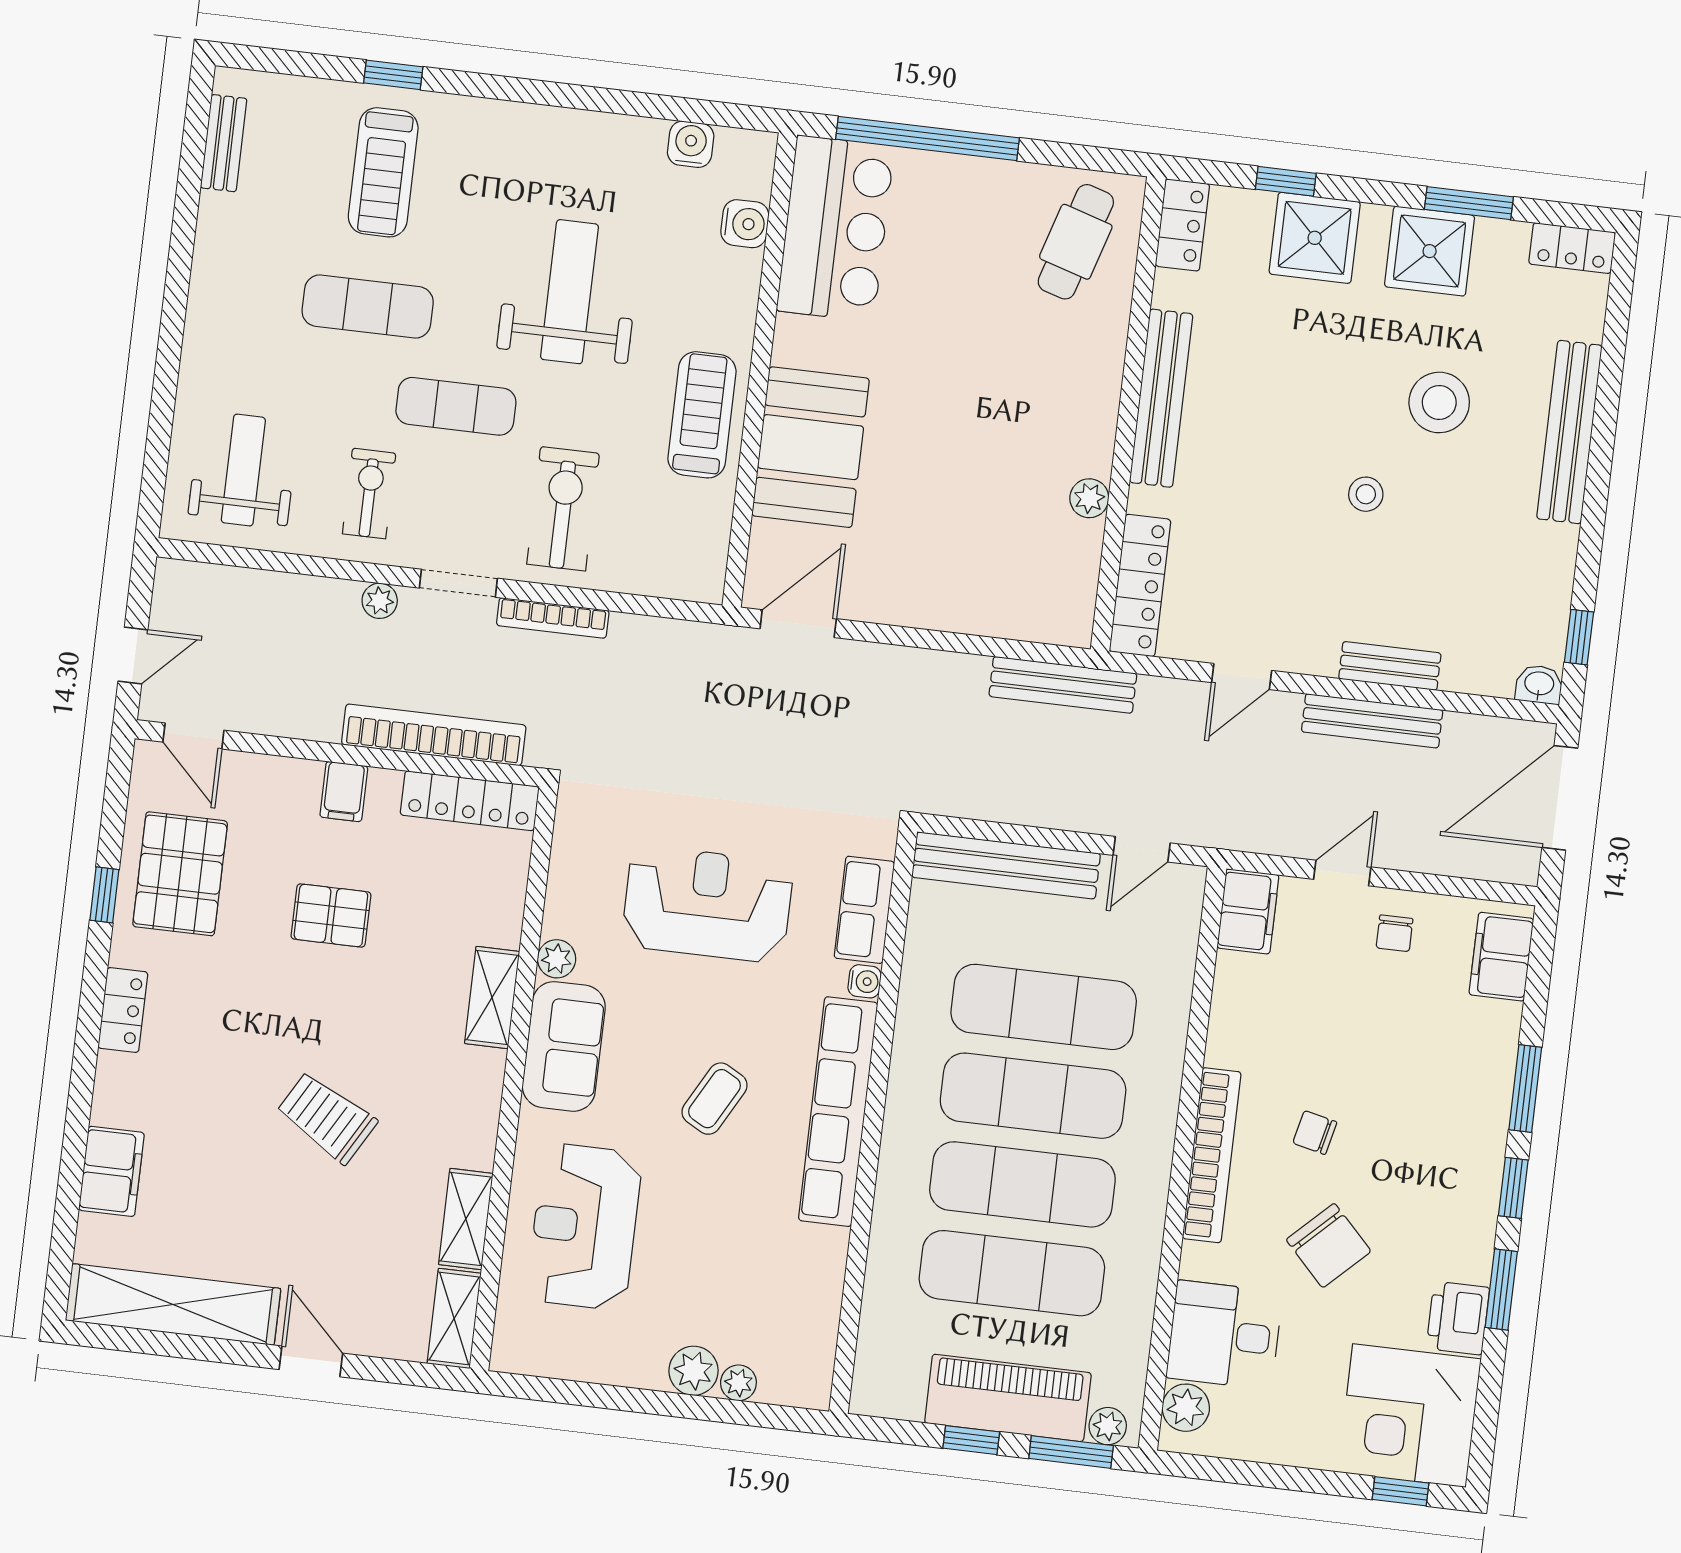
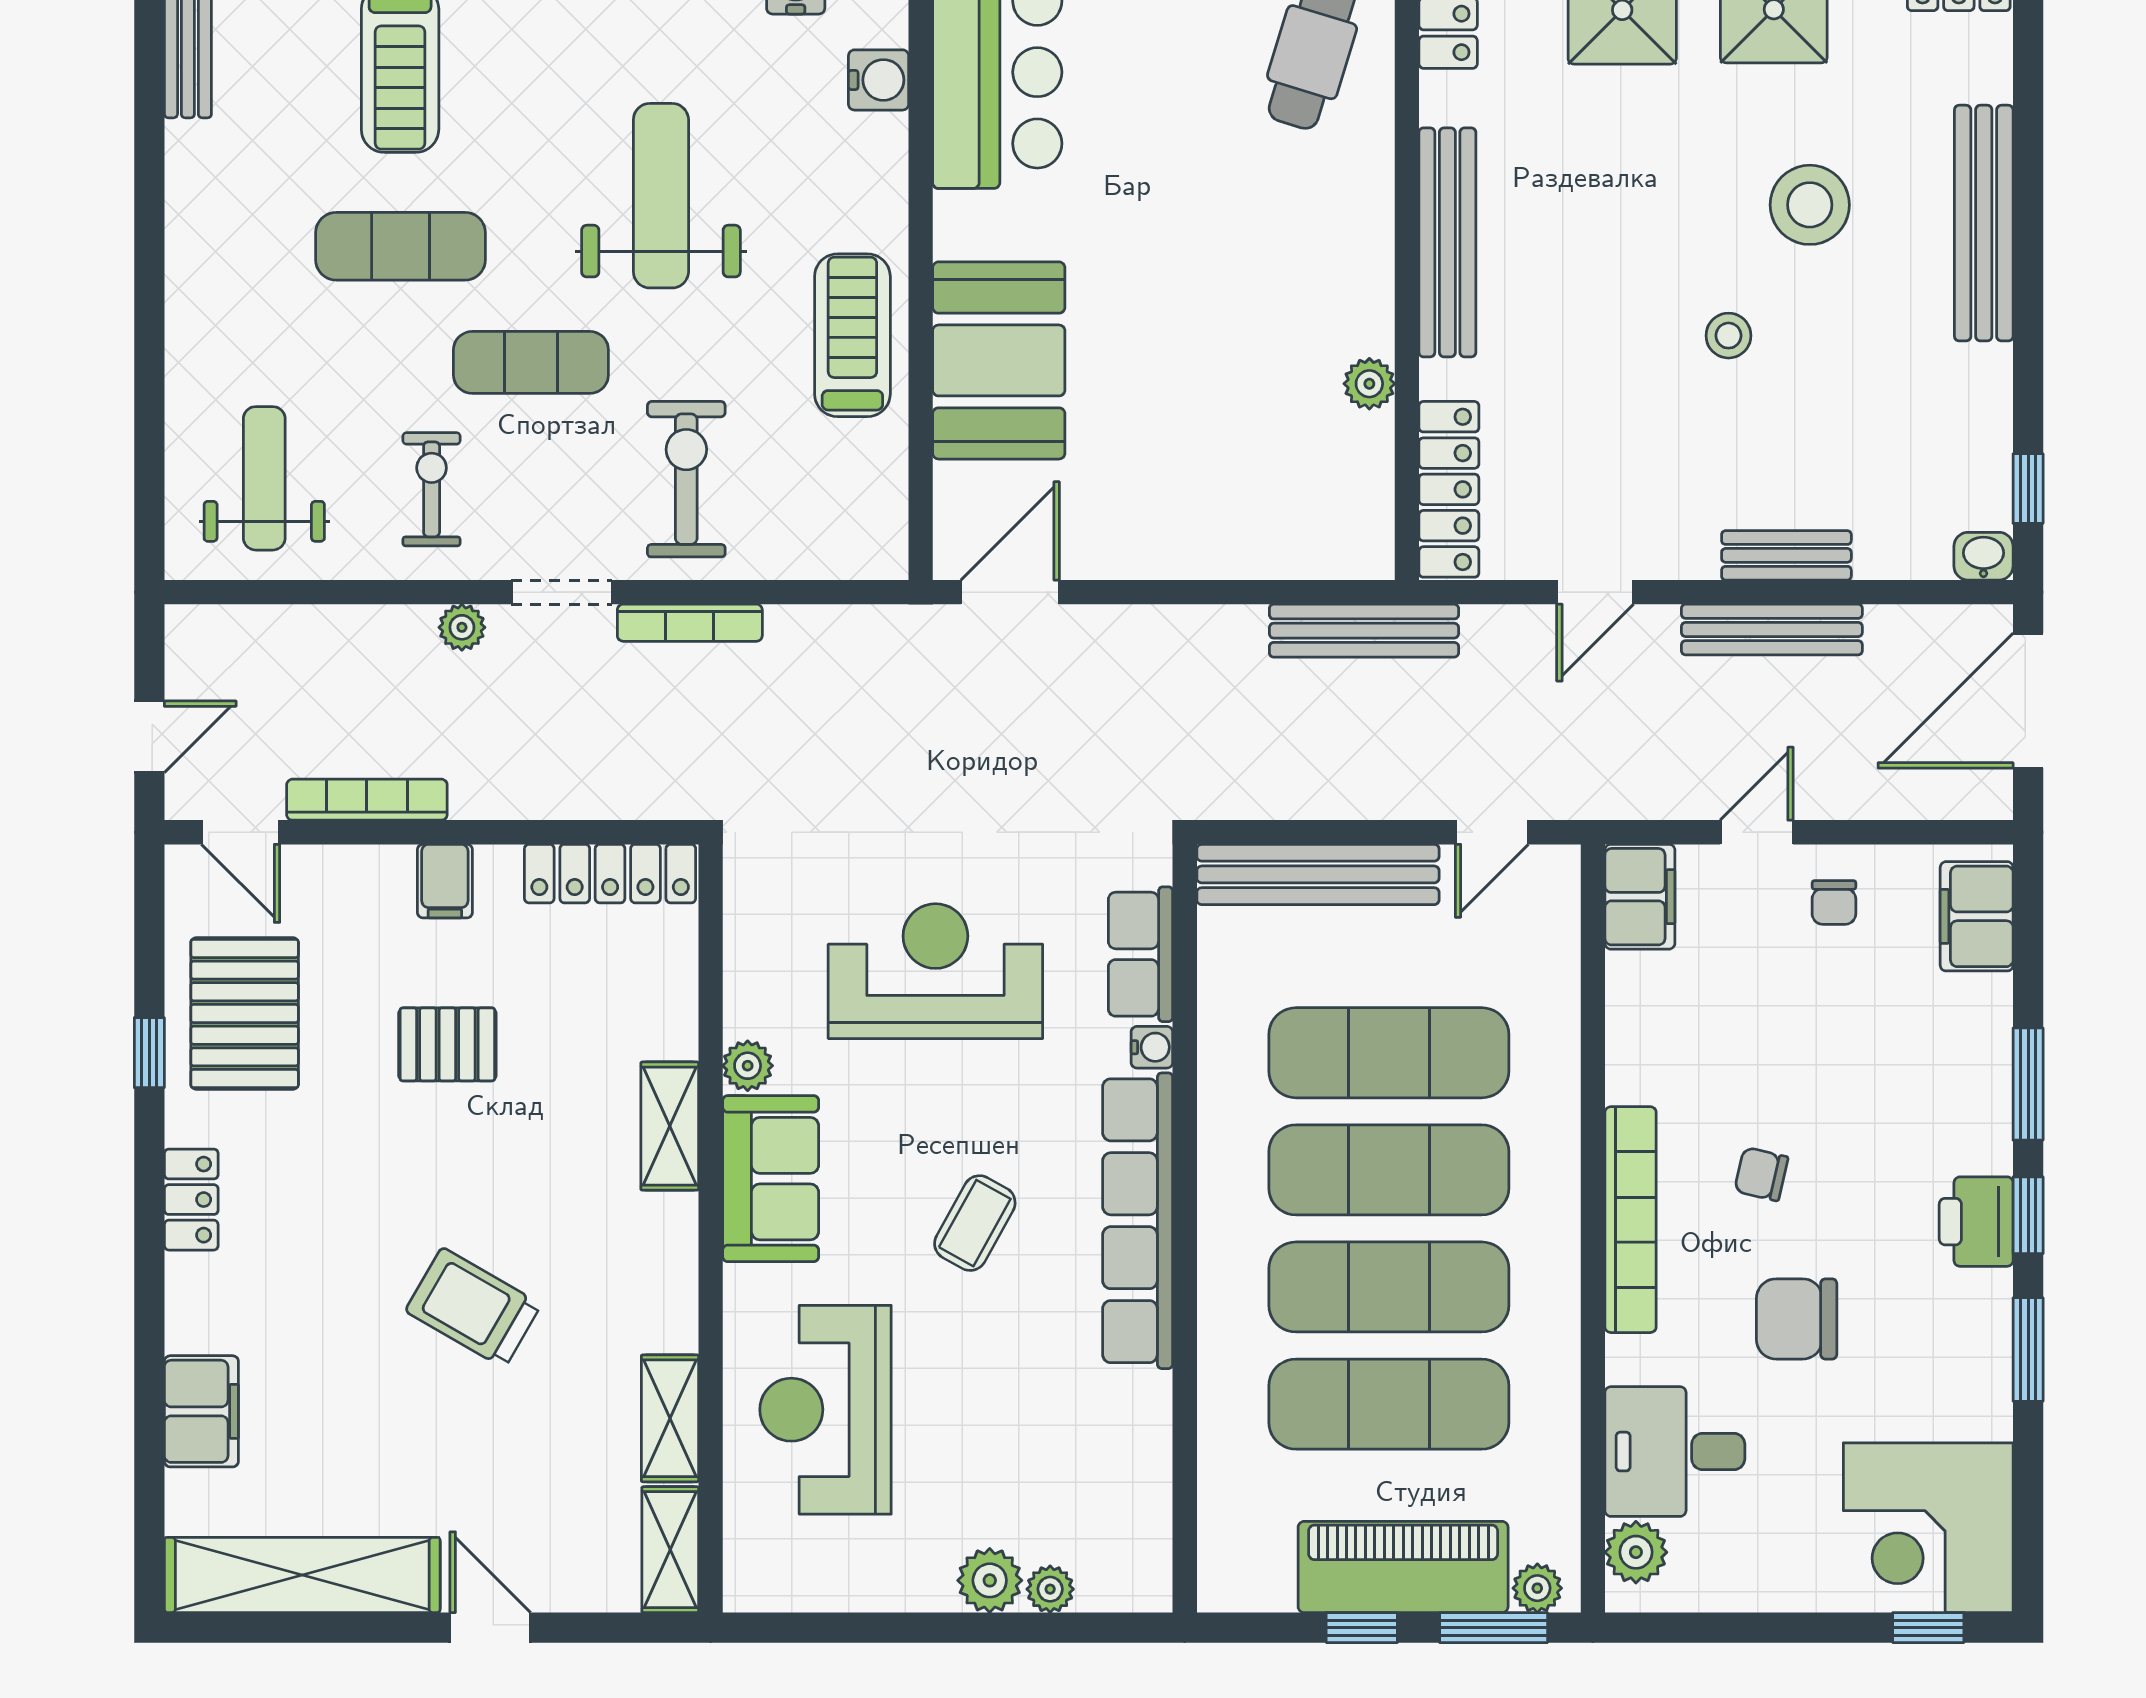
bookcase: (434, 735) -> (367, 800), moved, width x0.68, depth x0.76
chair: (1329, 1245) -> (1797, 1319), turned 134
printer: (1458, 1318) -> (1976, 1222), moved

